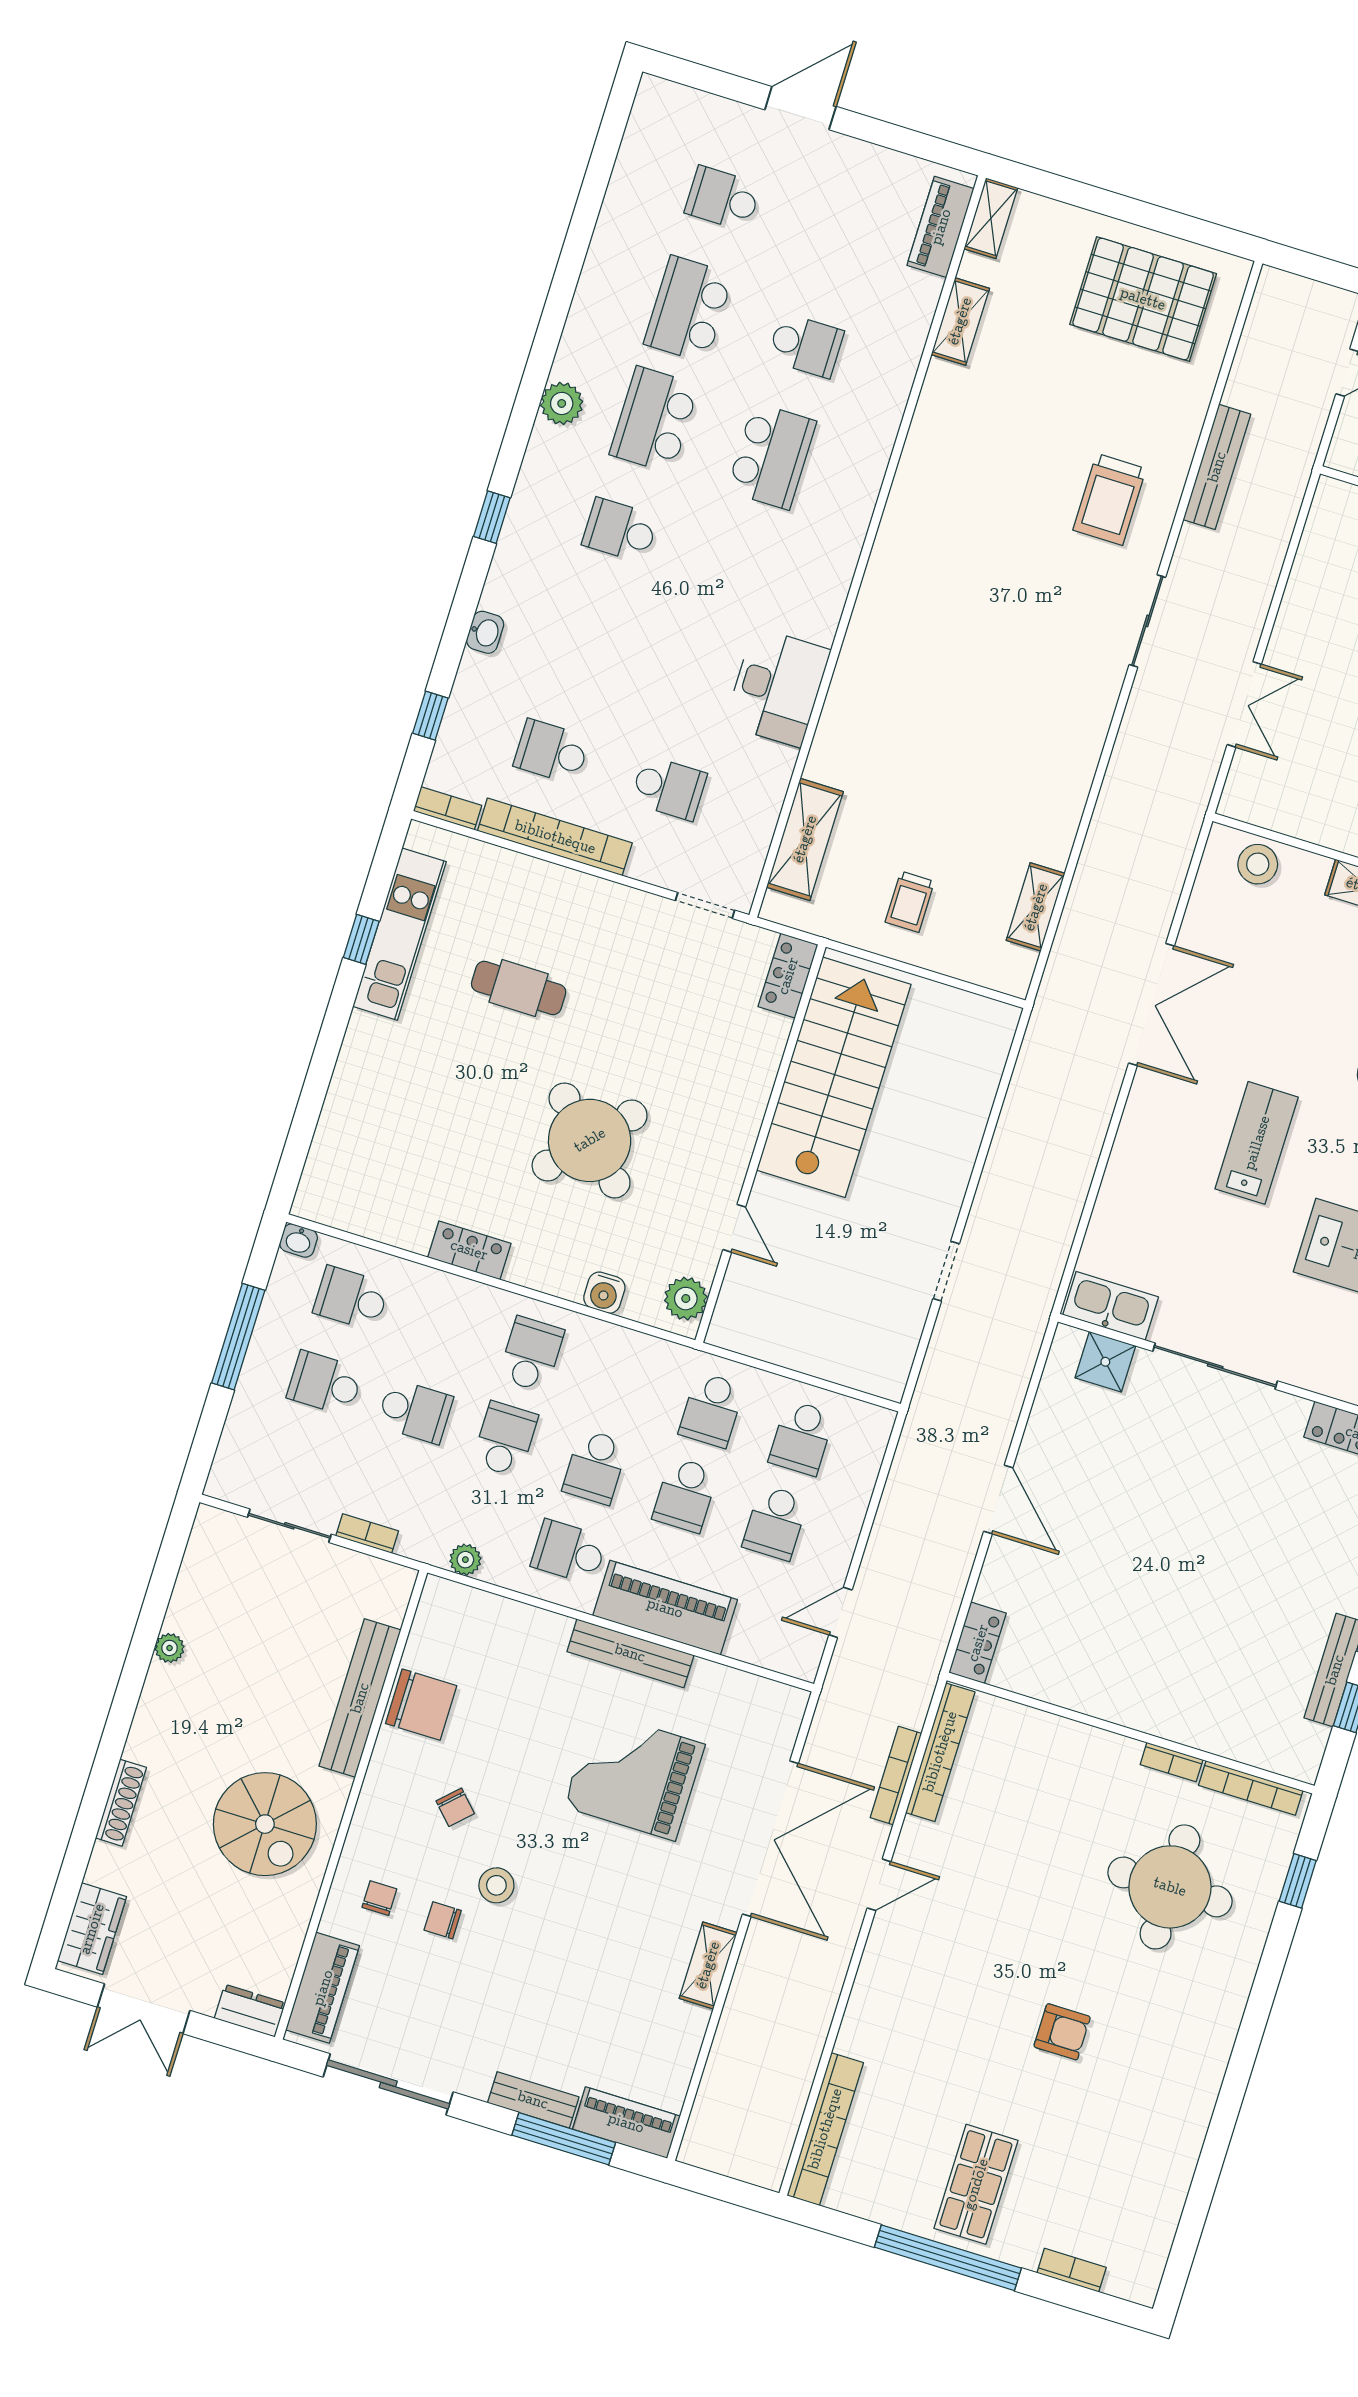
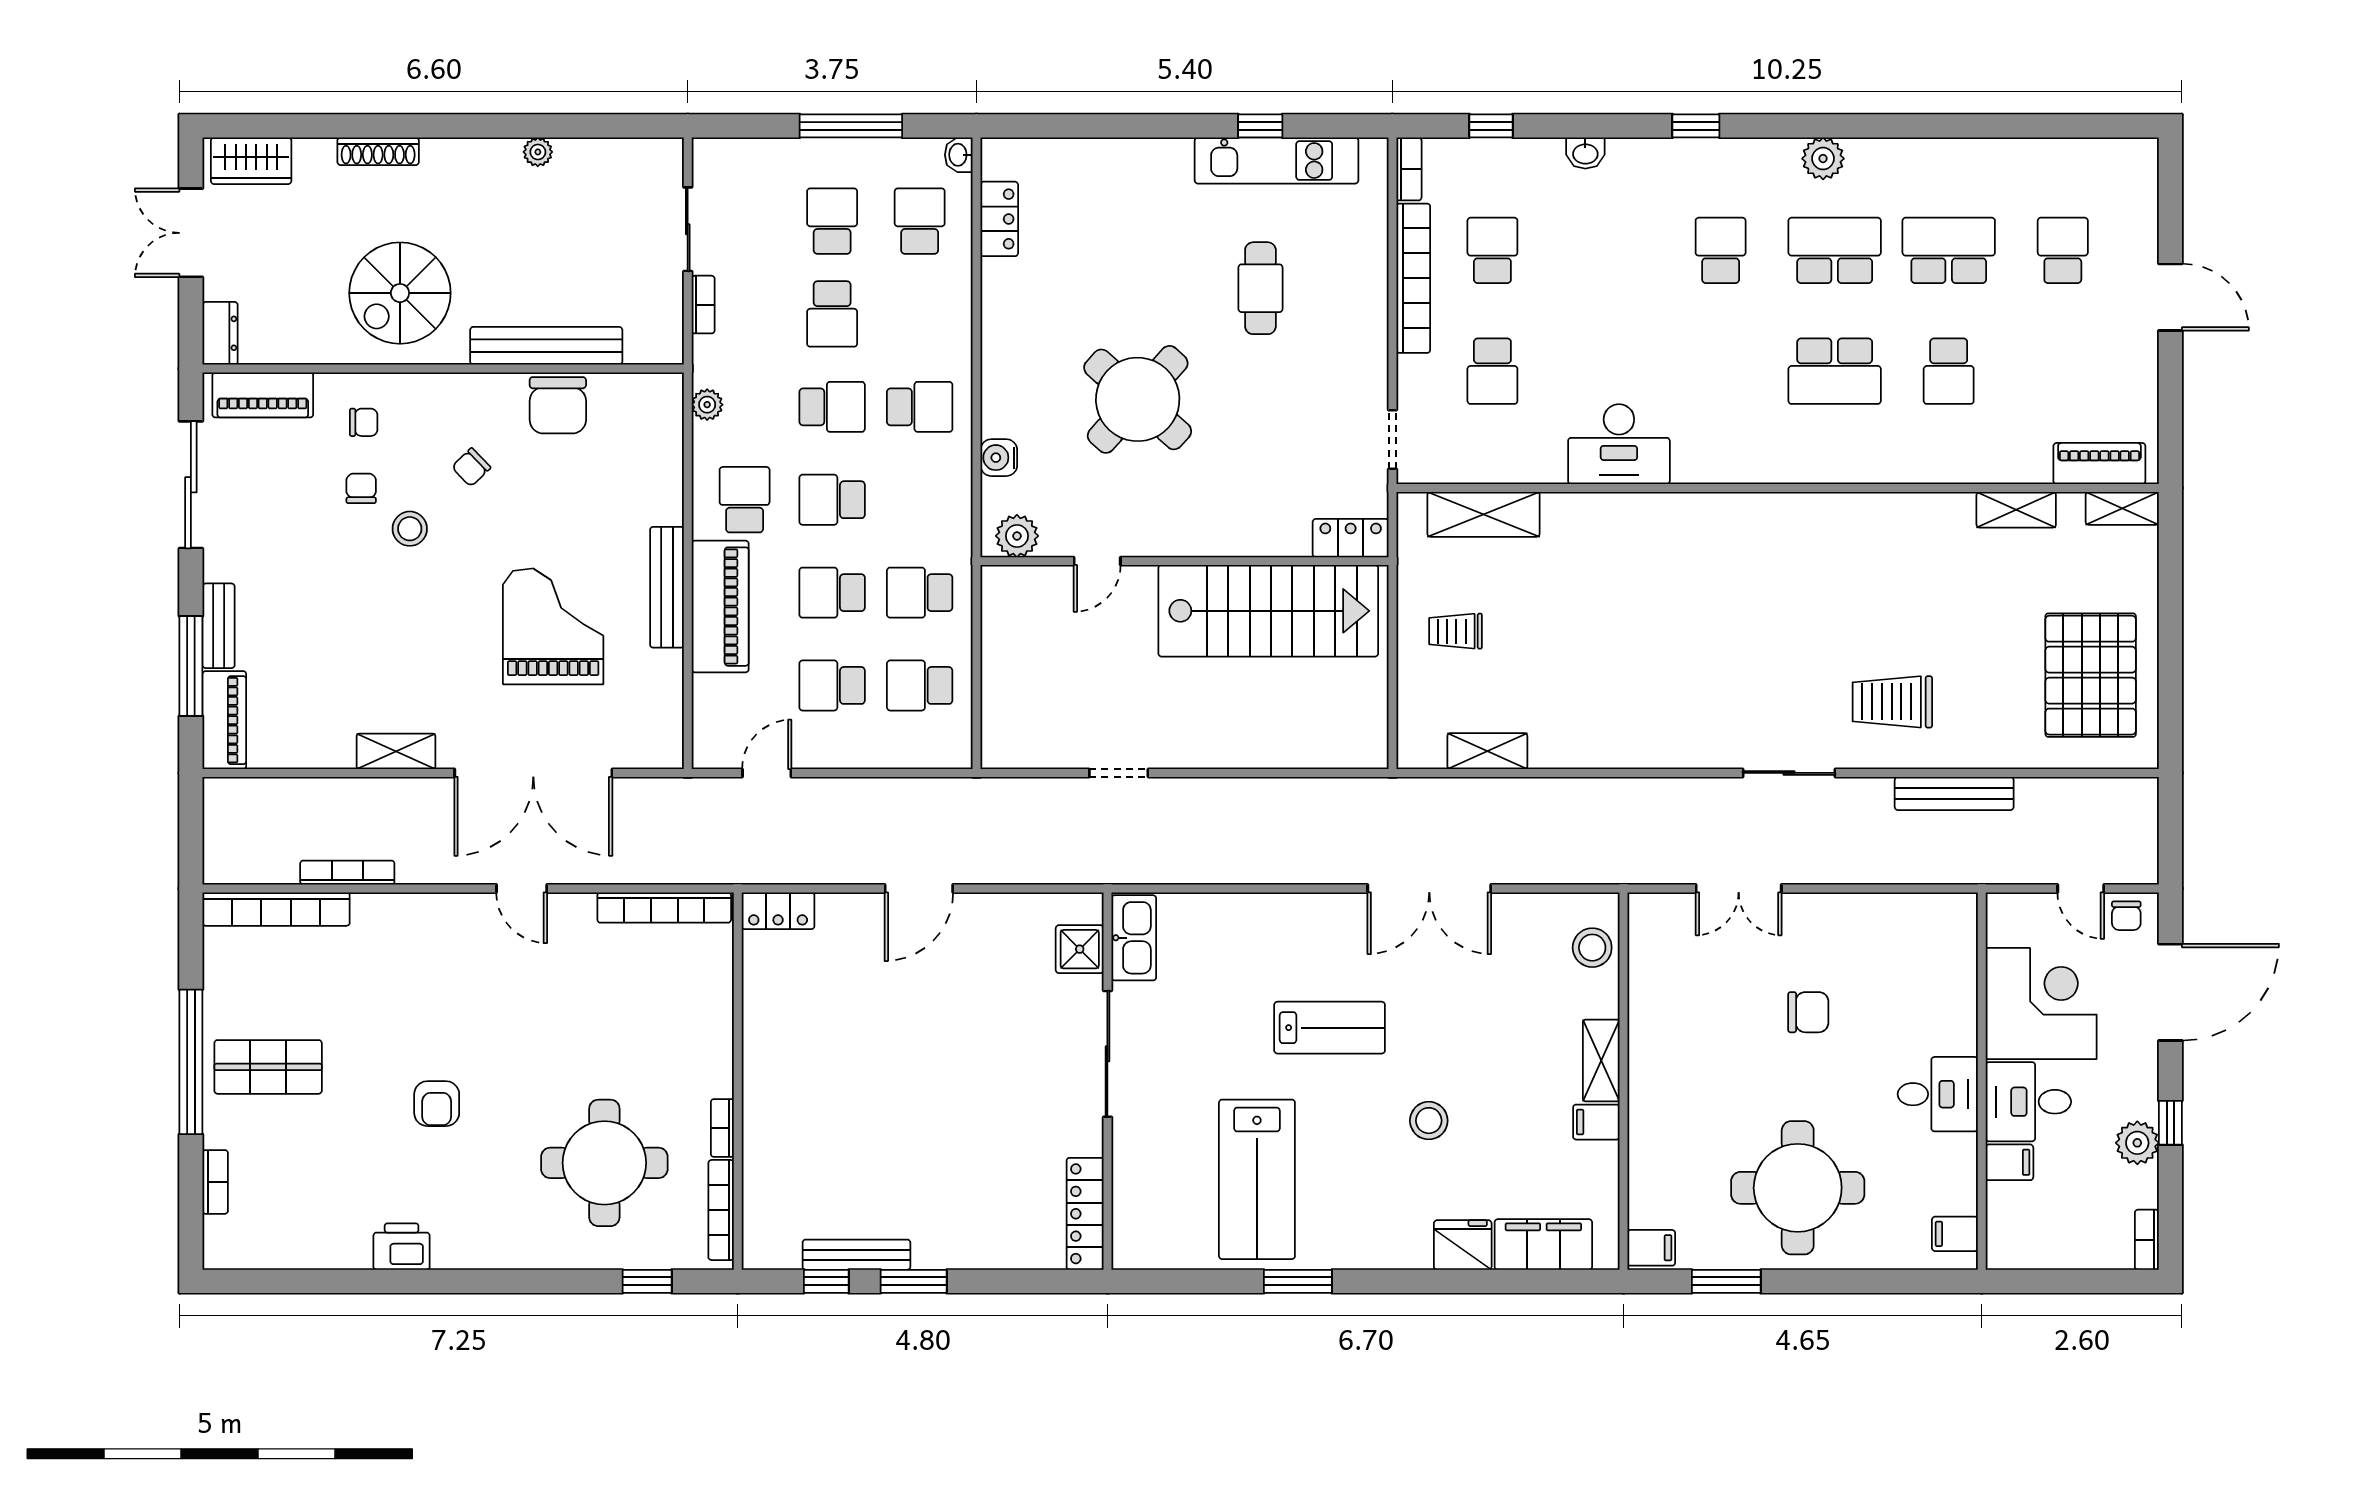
locker: (469, 1250) -> (999, 219), moved
door: (841, 1612) -> (767, 773), hinge flipped
bookcase: (896, 1775) -> (347, 873), moved
printer: (1190, 2109) -> (402, 1247), added

